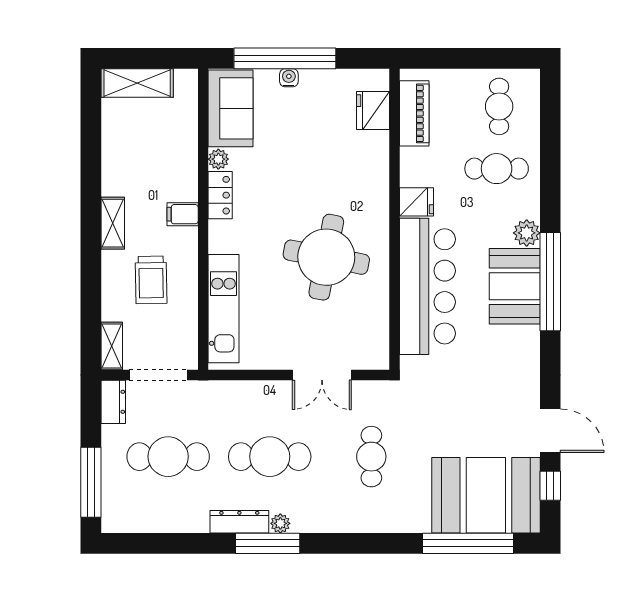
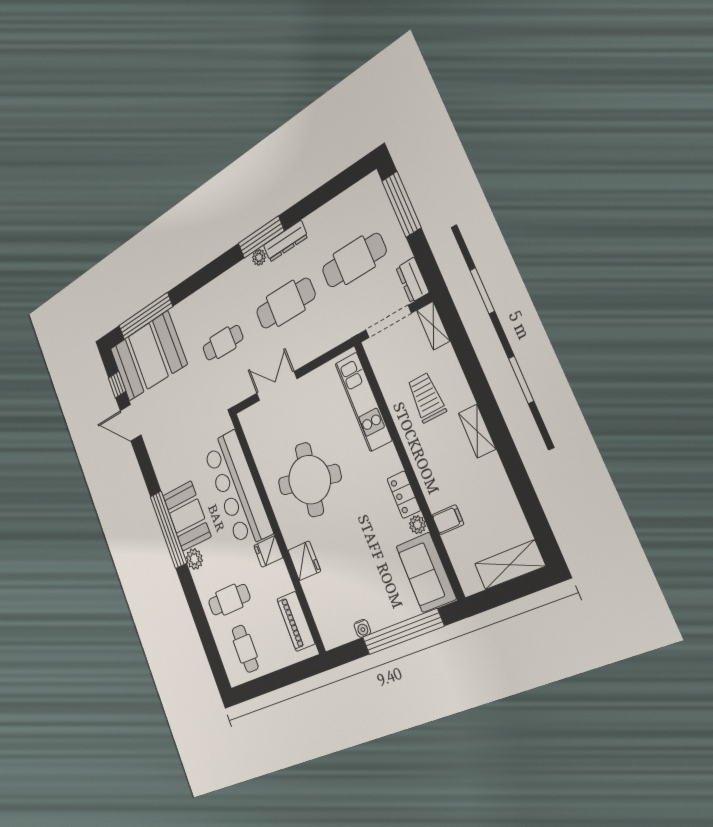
water cooler: (289, 78) -> (362, 628), moved
fridge: (373, 111) -> (304, 561), moved
filing cabinet: (183, 214) -> (448, 520), moved
cafe table: (371, 457) -> (223, 343), turned 90

